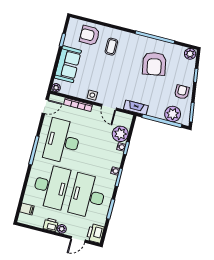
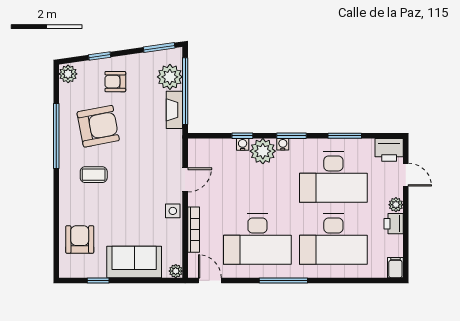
armchair: (90, 35) -> (80, 239), turned 180
coffee table: (111, 47) -> (94, 175), moved
armchair: (182, 92) -> (115, 82), moved
fireplace: (136, 107) -> (174, 110), moved
plant: (120, 134) -> (263, 151), moved
desk: (51, 186) -> (333, 239), turned 180
filing cabinet: (27, 209) -> (395, 268), moved

